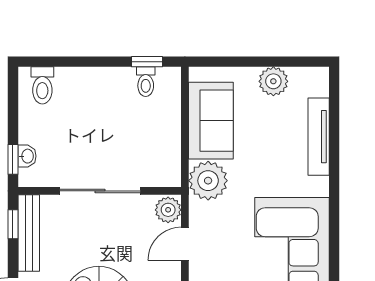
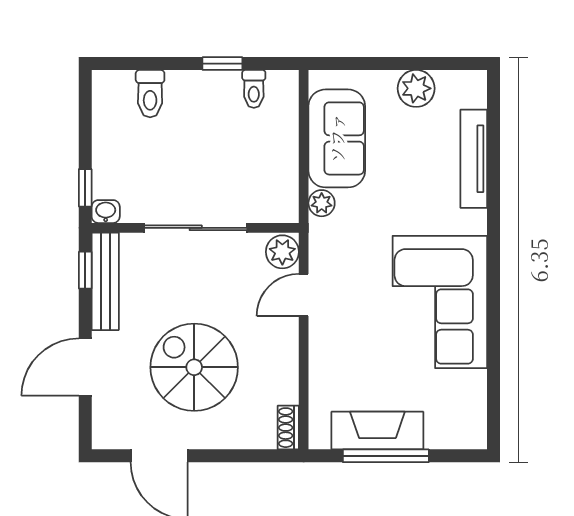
window: (147, 62) -> (222, 64), moved
toilet: (42, 85) -> (150, 94), moved
washbasin: (27, 156) -> (106, 212), moved, turned -90
plant: (208, 181) -> (322, 203), width x0.53, depth x0.53

